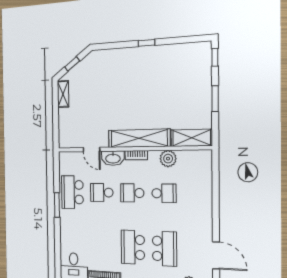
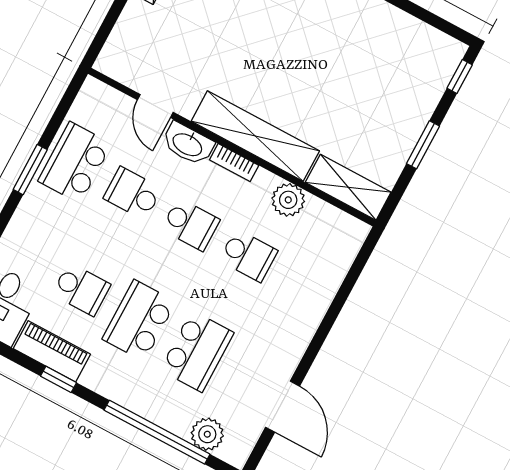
school desk: (132, 193) -> (191, 224), turned 180
school desk: (102, 246) -> (81, 289), added

